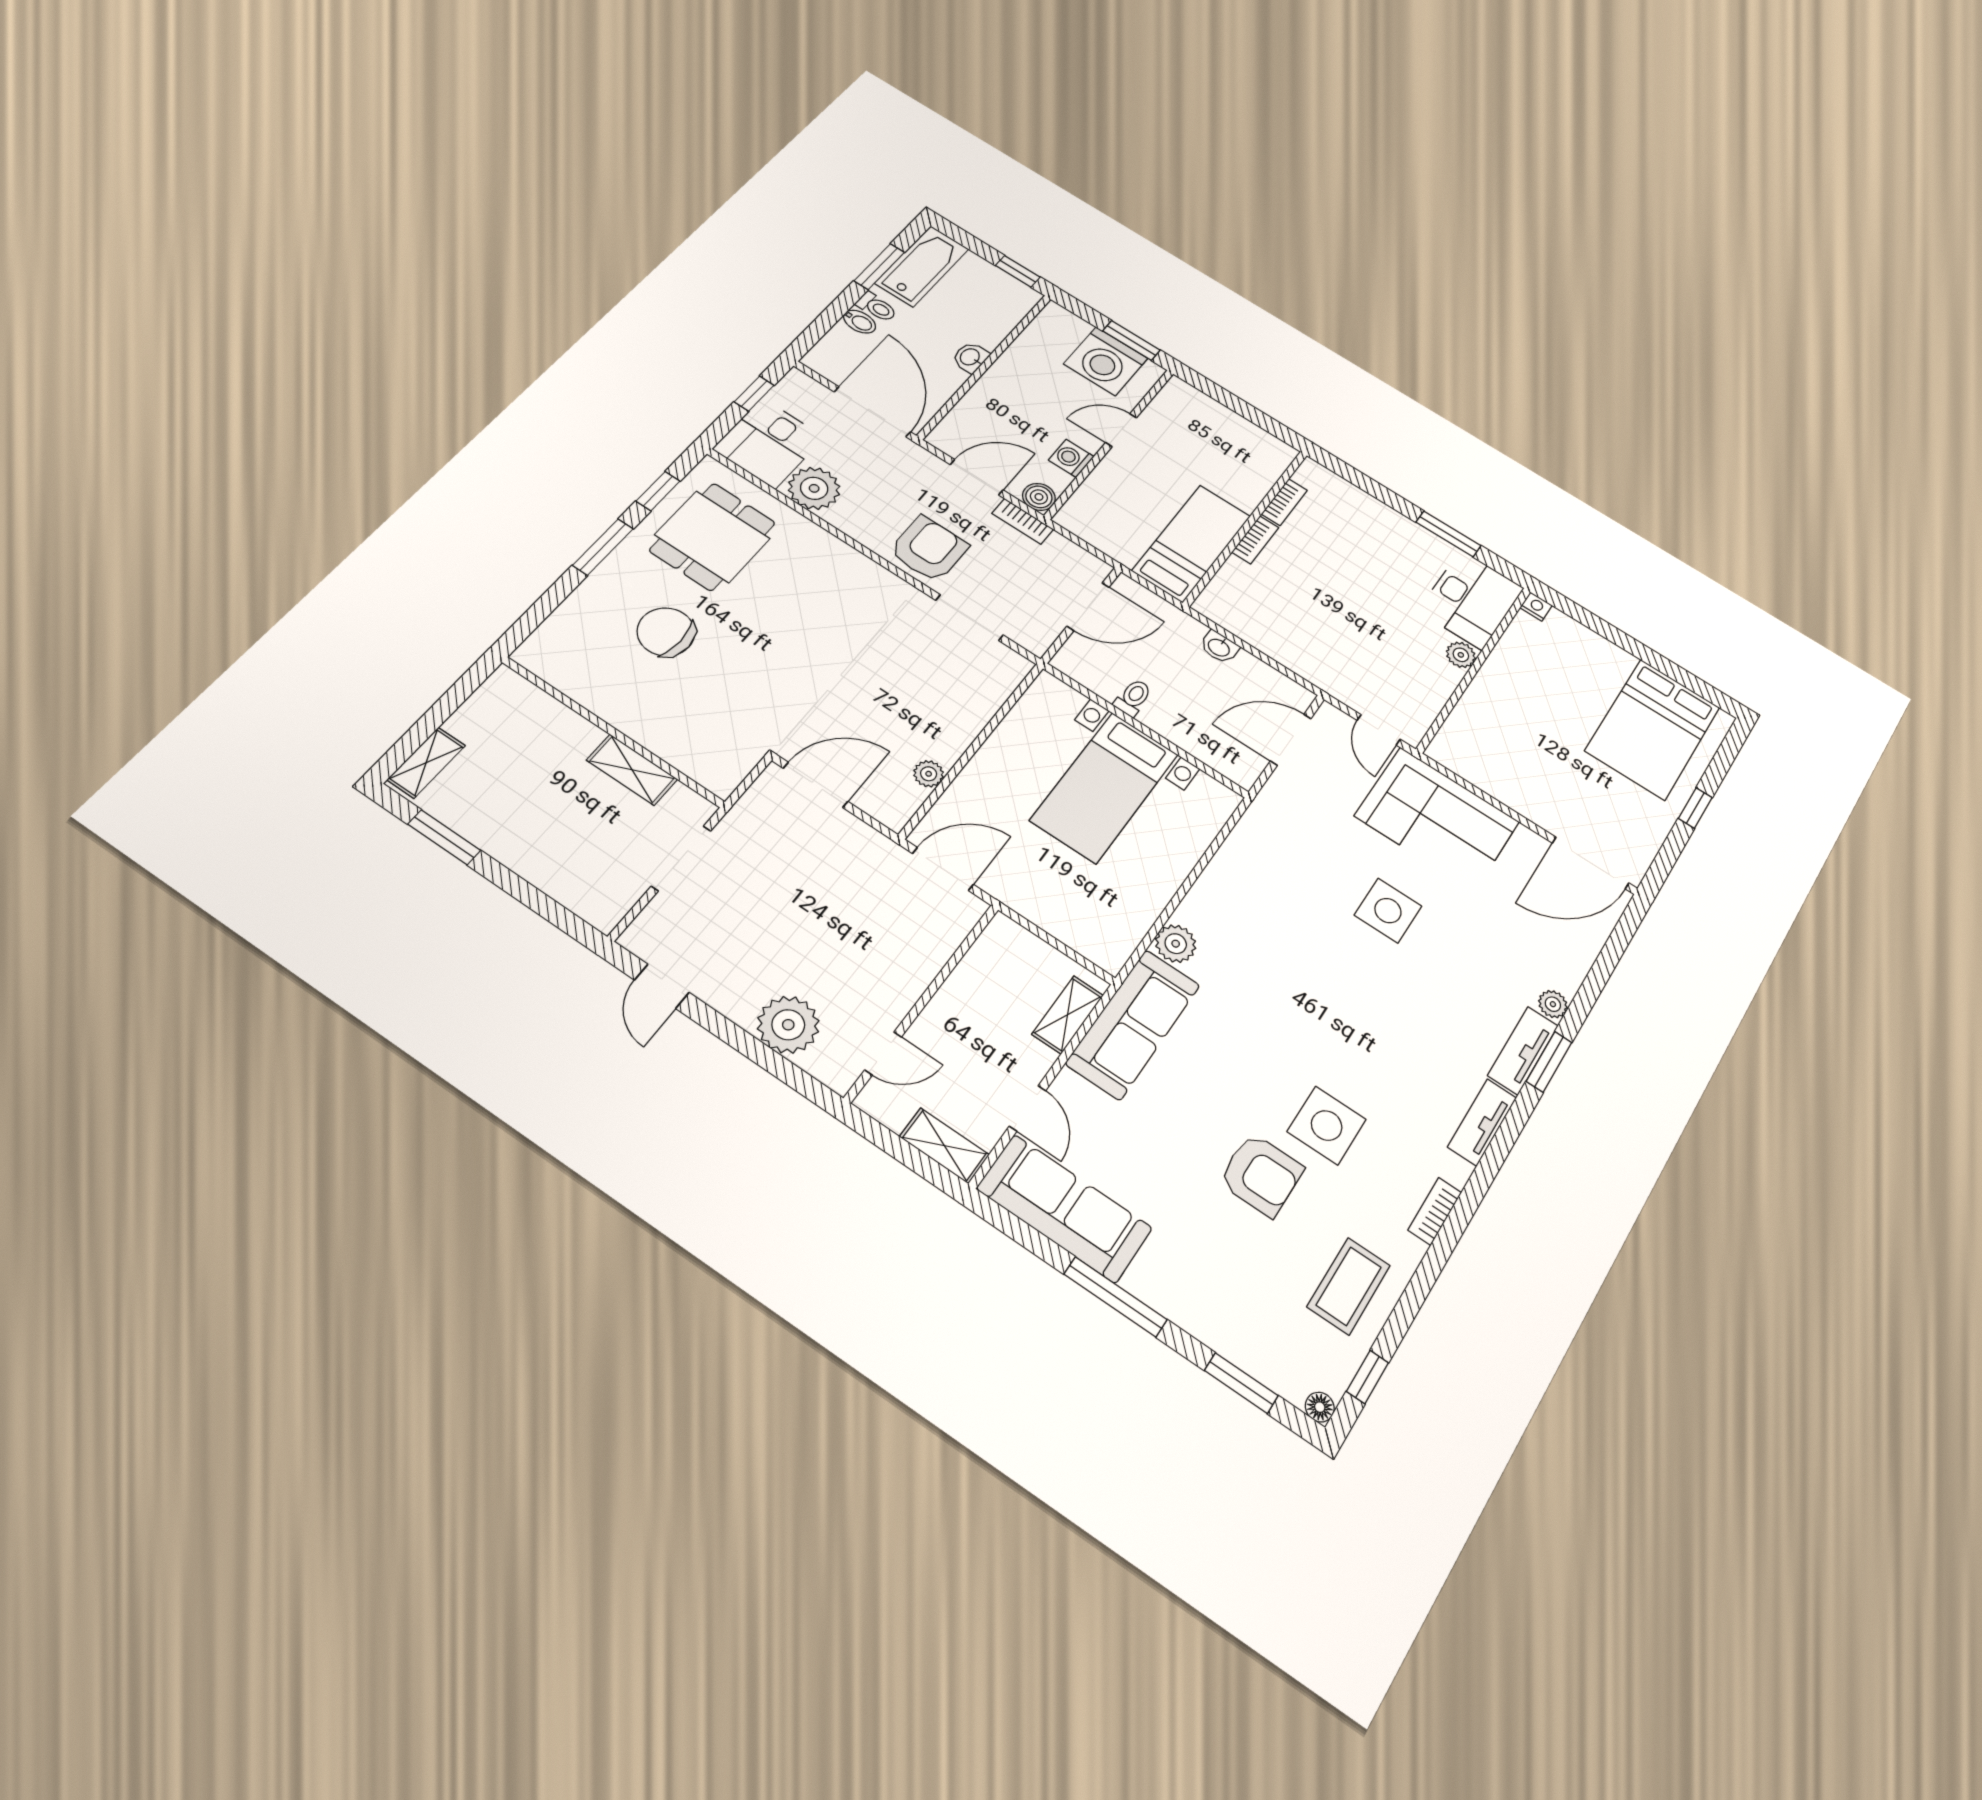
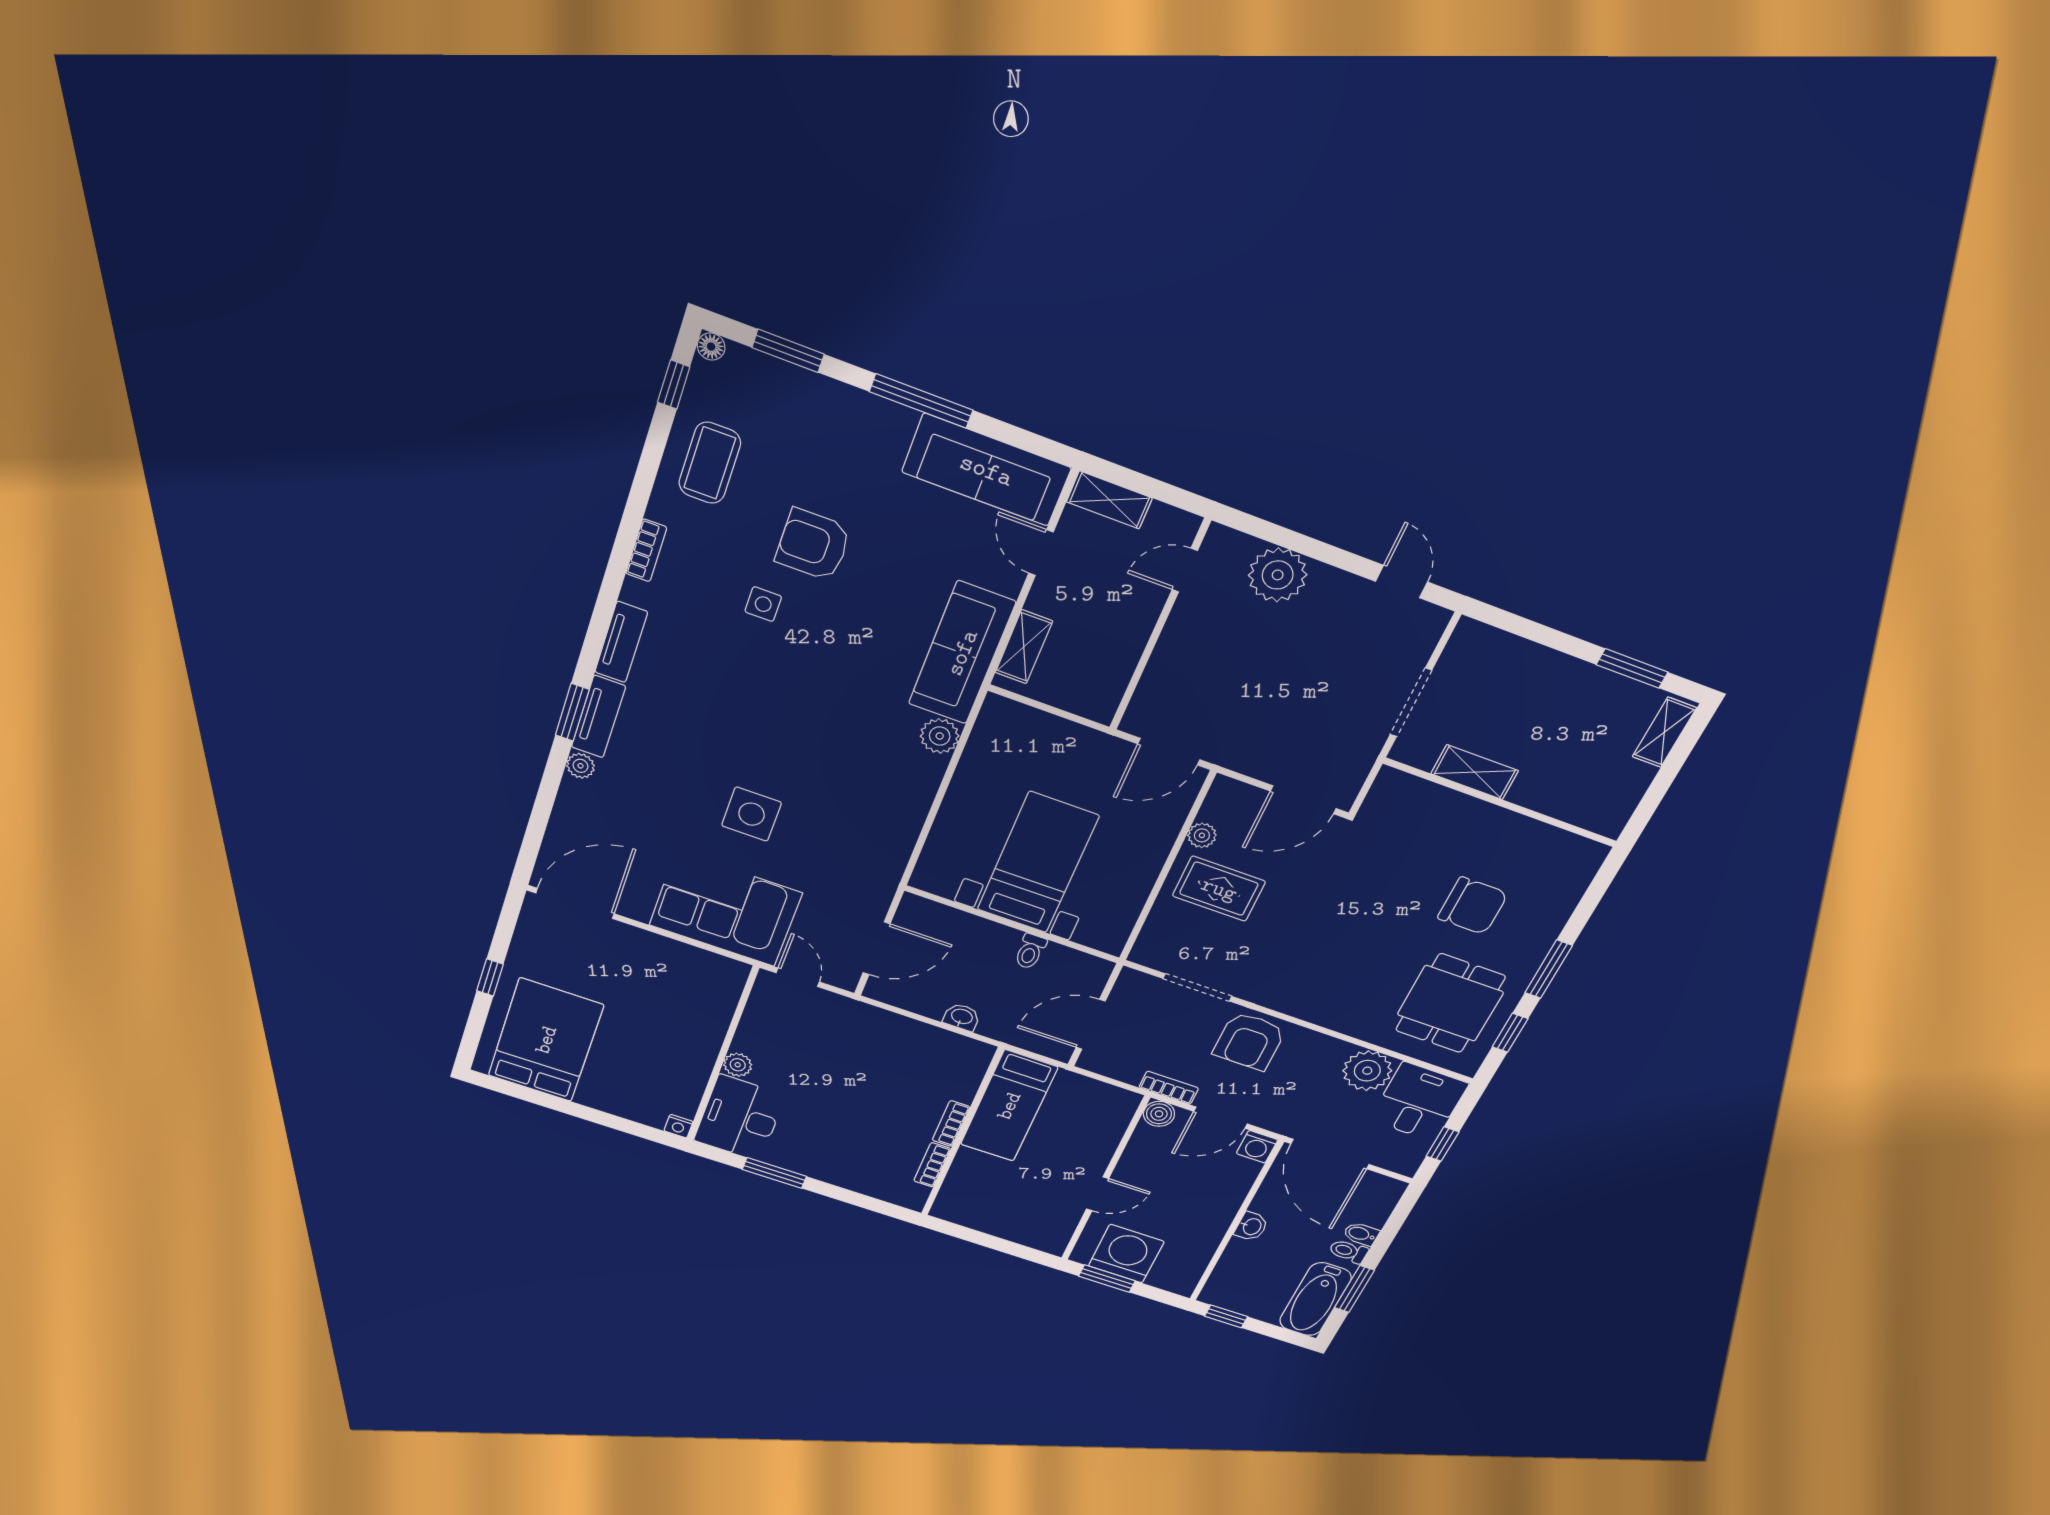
washing machine: (1071, 458) -> (1257, 1147), moved, turned 90
rug: (924, 714) -> (1219, 889), added
side table: (1327, 1126) -> (763, 604), width x0.54, depth x0.54

